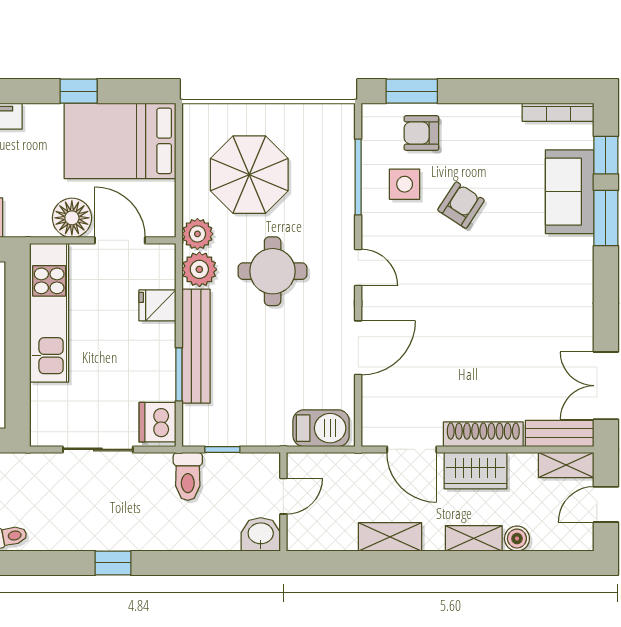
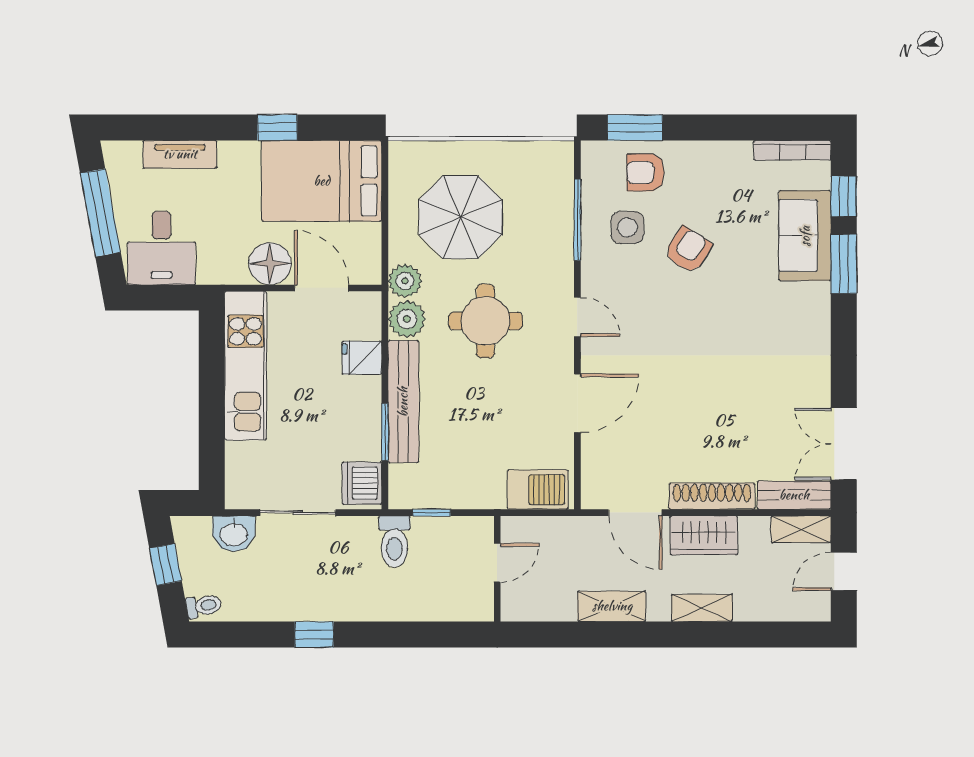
washbasin: (261, 534) -> (234, 534), moved, turned 180
boiler: (517, 539) -> (748, 608), removed

